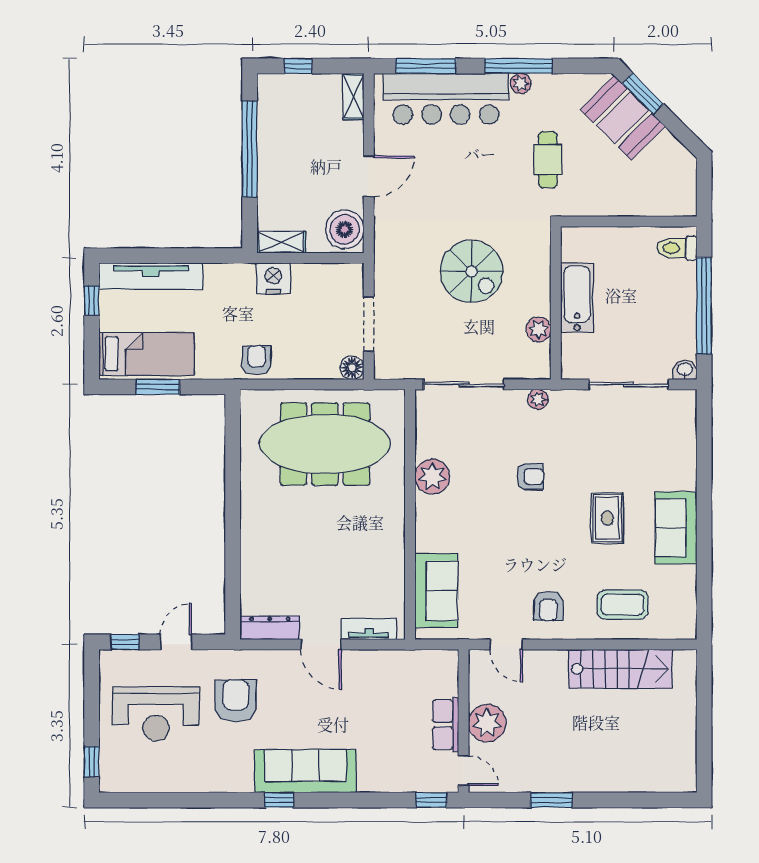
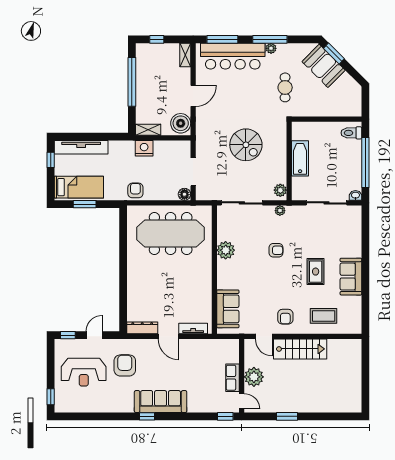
plant: (539, 330) -> (280, 190), moved
stairs: (620, 669) -> (300, 349), moved

